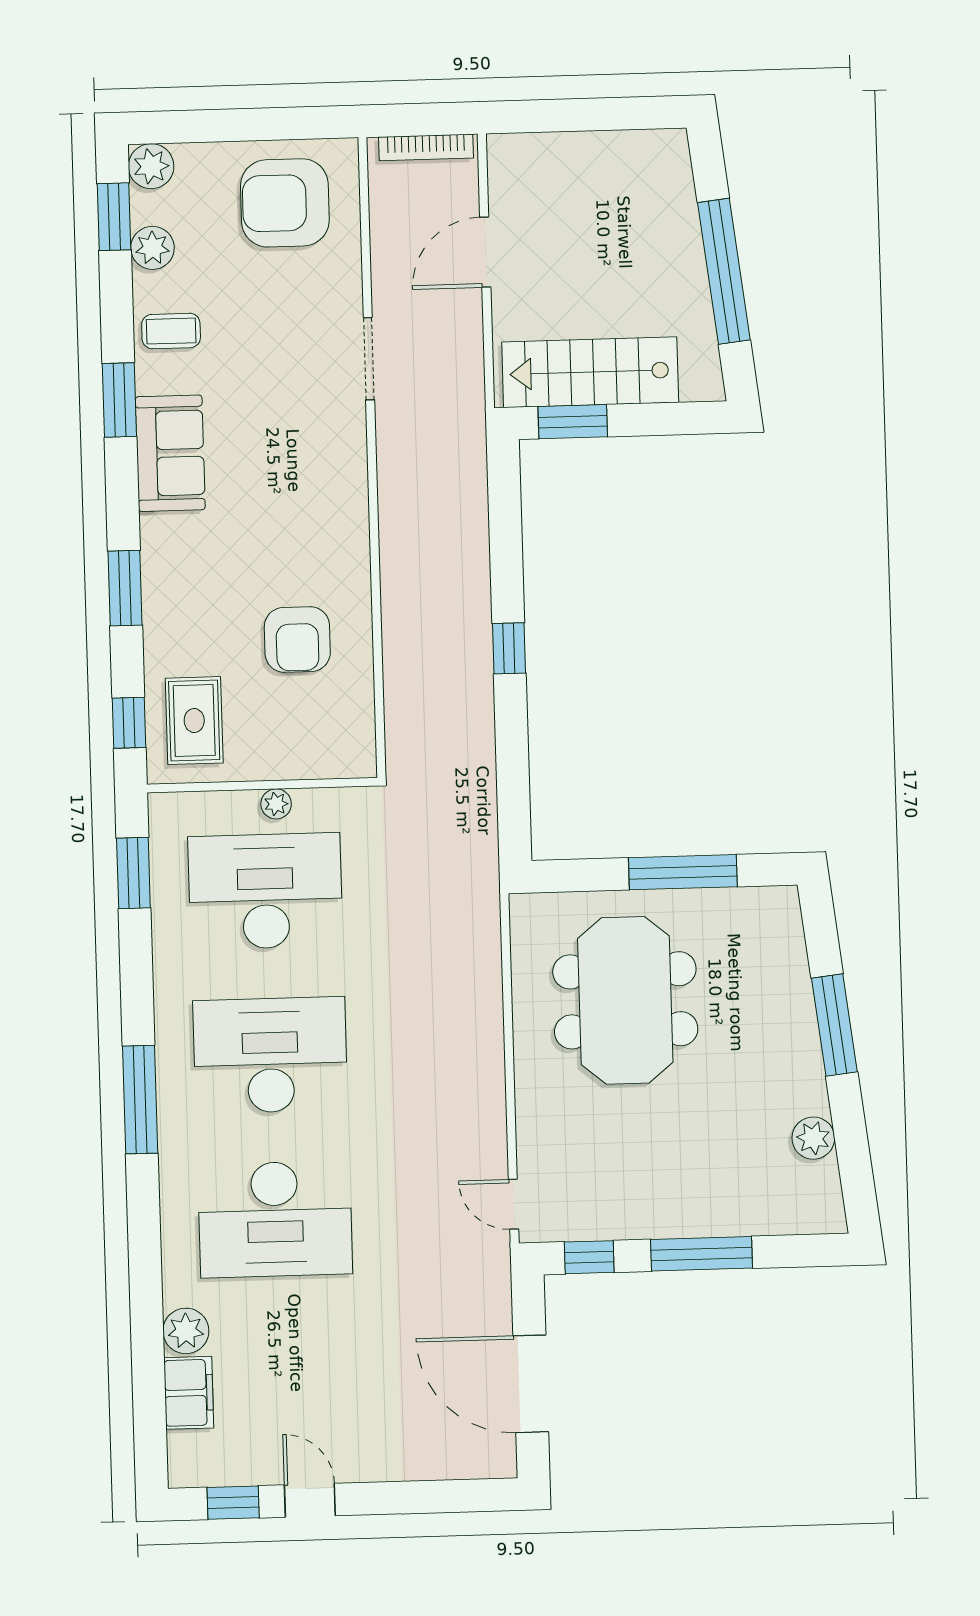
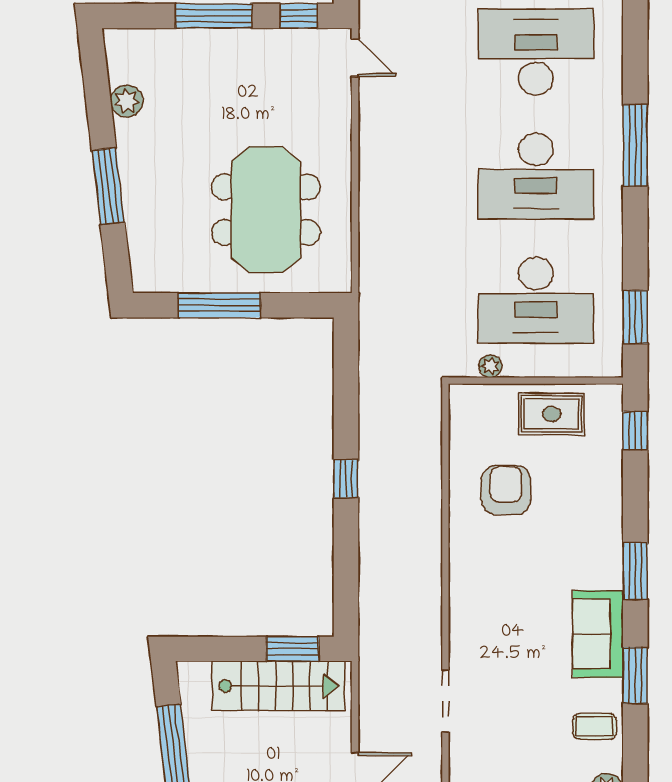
window: (125, 588) -> (635, 571), moved
rug: (194, 721) -> (552, 414), moved, turned 90
plant: (276, 804) -> (490, 366), moved

